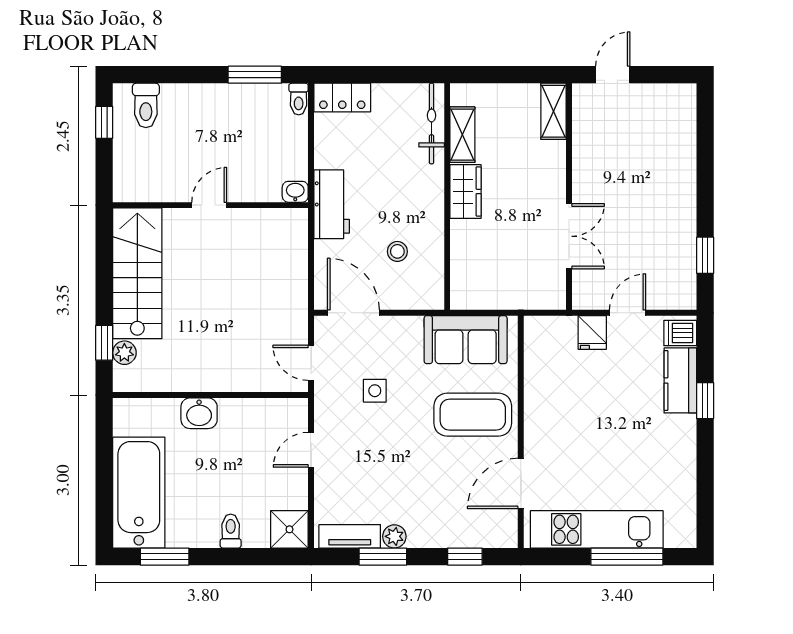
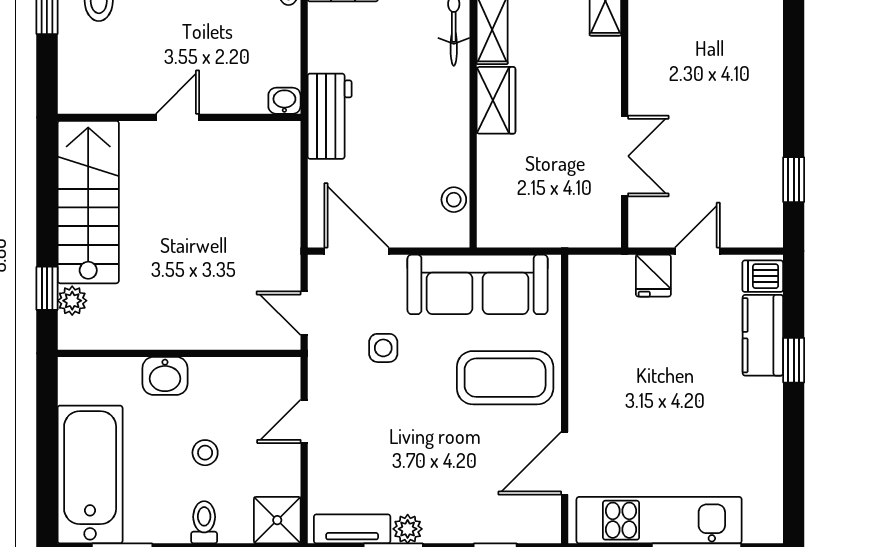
stool: (397, 251) -> (454, 200), moved
sofa: (466, 340) -> (478, 284), width x1.36
stool: (231, 475) -> (205, 453), added

